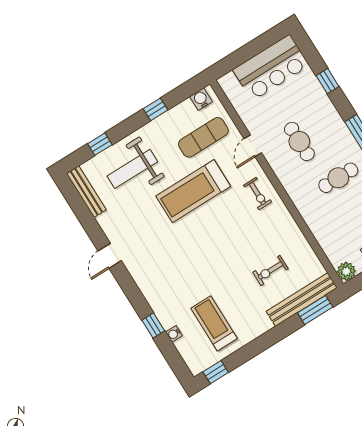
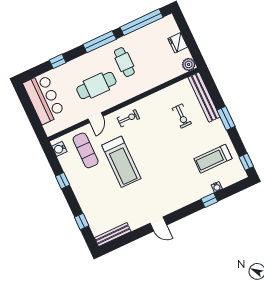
cafe table: (299, 141) -> (96, 86), width x1.37, depth x1.35
door: (253, 146) -> (95, 118), hinge flipped
weight bench: (132, 169) -> (101, 201), removed
window: (315, 310) -> (226, 118), moved

